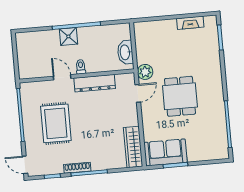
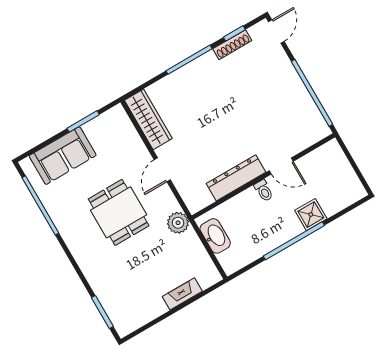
fireplace: (190, 23) -> (182, 294), moved
shower: (68, 36) -> (311, 215), moved
door: (138, 93) -> (162, 170), moved
rug: (56, 123) -> (262, 103), removed
sofa: (165, 152) -> (63, 156), moved
door: (25, 165) -> (276, 32), hinge flipped
shoe rack: (77, 168) -> (232, 45), moved

